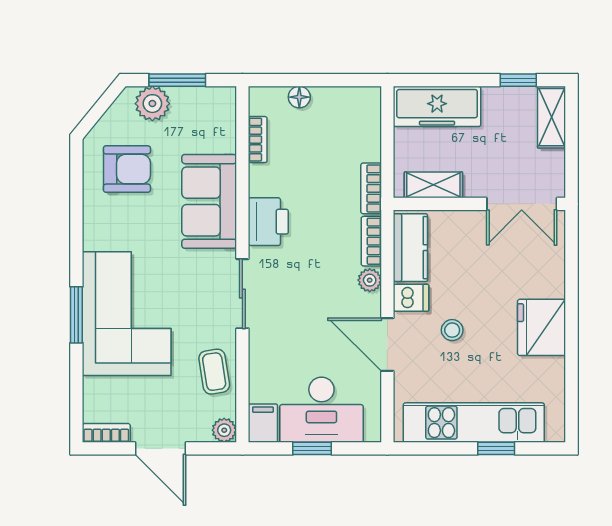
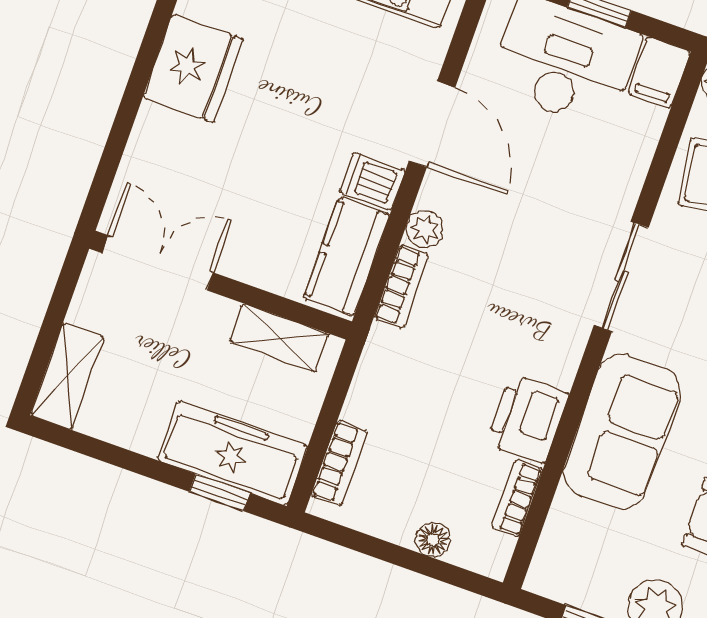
window: (518, 80) -> (220, 492), moved
bookcase: (371, 188) -> (339, 463), moved
printer: (268, 222) -> (527, 419), moved
stool: (452, 330) -> (328, 111), removed

